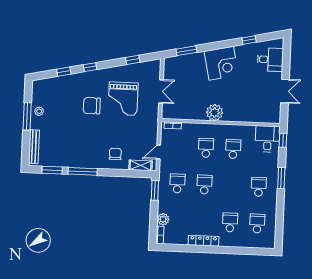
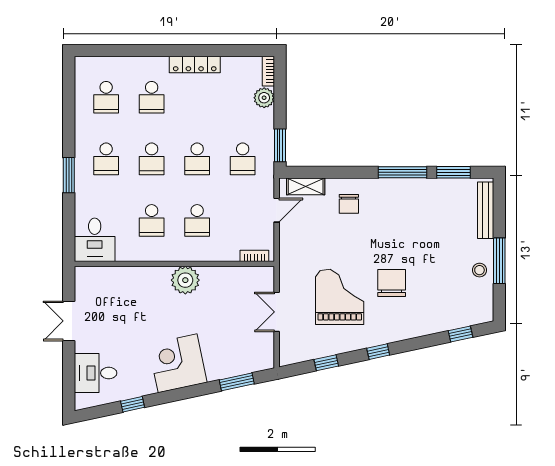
window: (90, 67) -> (378, 352), moved
window: (64, 72) -> (461, 334), moved
chair: (92, 106) -> (392, 283), turned -90
window: (283, 140) -> (69, 238), removed
school desk: (232, 186) -> (152, 159), added

